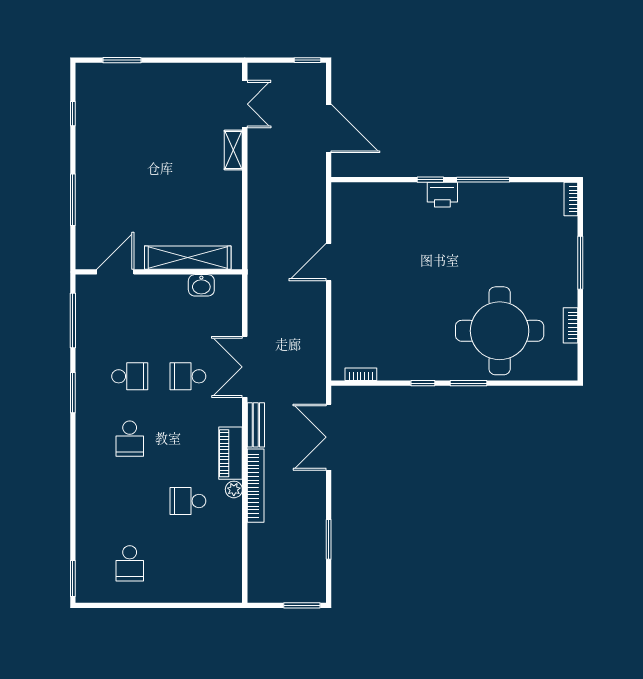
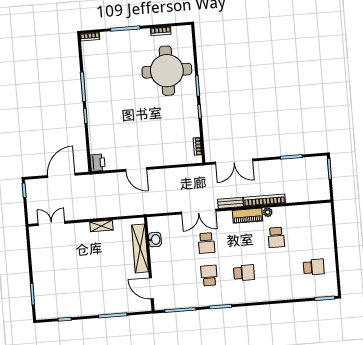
shelving: (233, 150) -> (101, 226), moved
printer: (442, 195) -> (98, 163), moved

